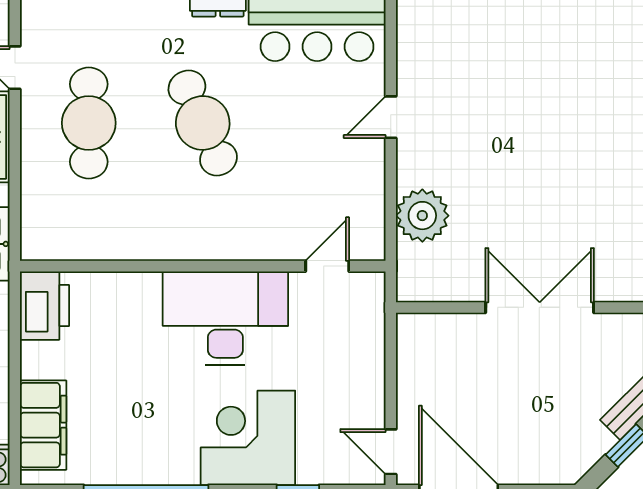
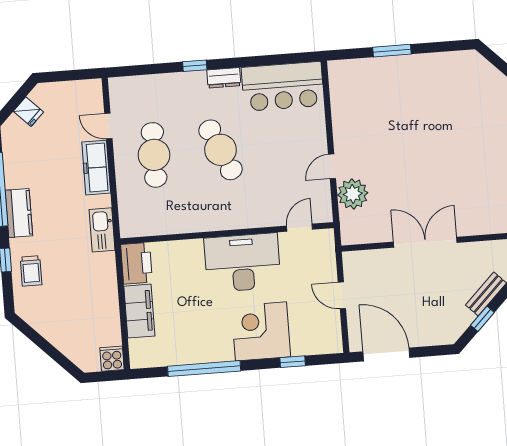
door: (391, 117) -> (332, 166), moved
filing cabinet: (43, 425) -> (139, 311), moved
door: (391, 452) -> (342, 295), moved

